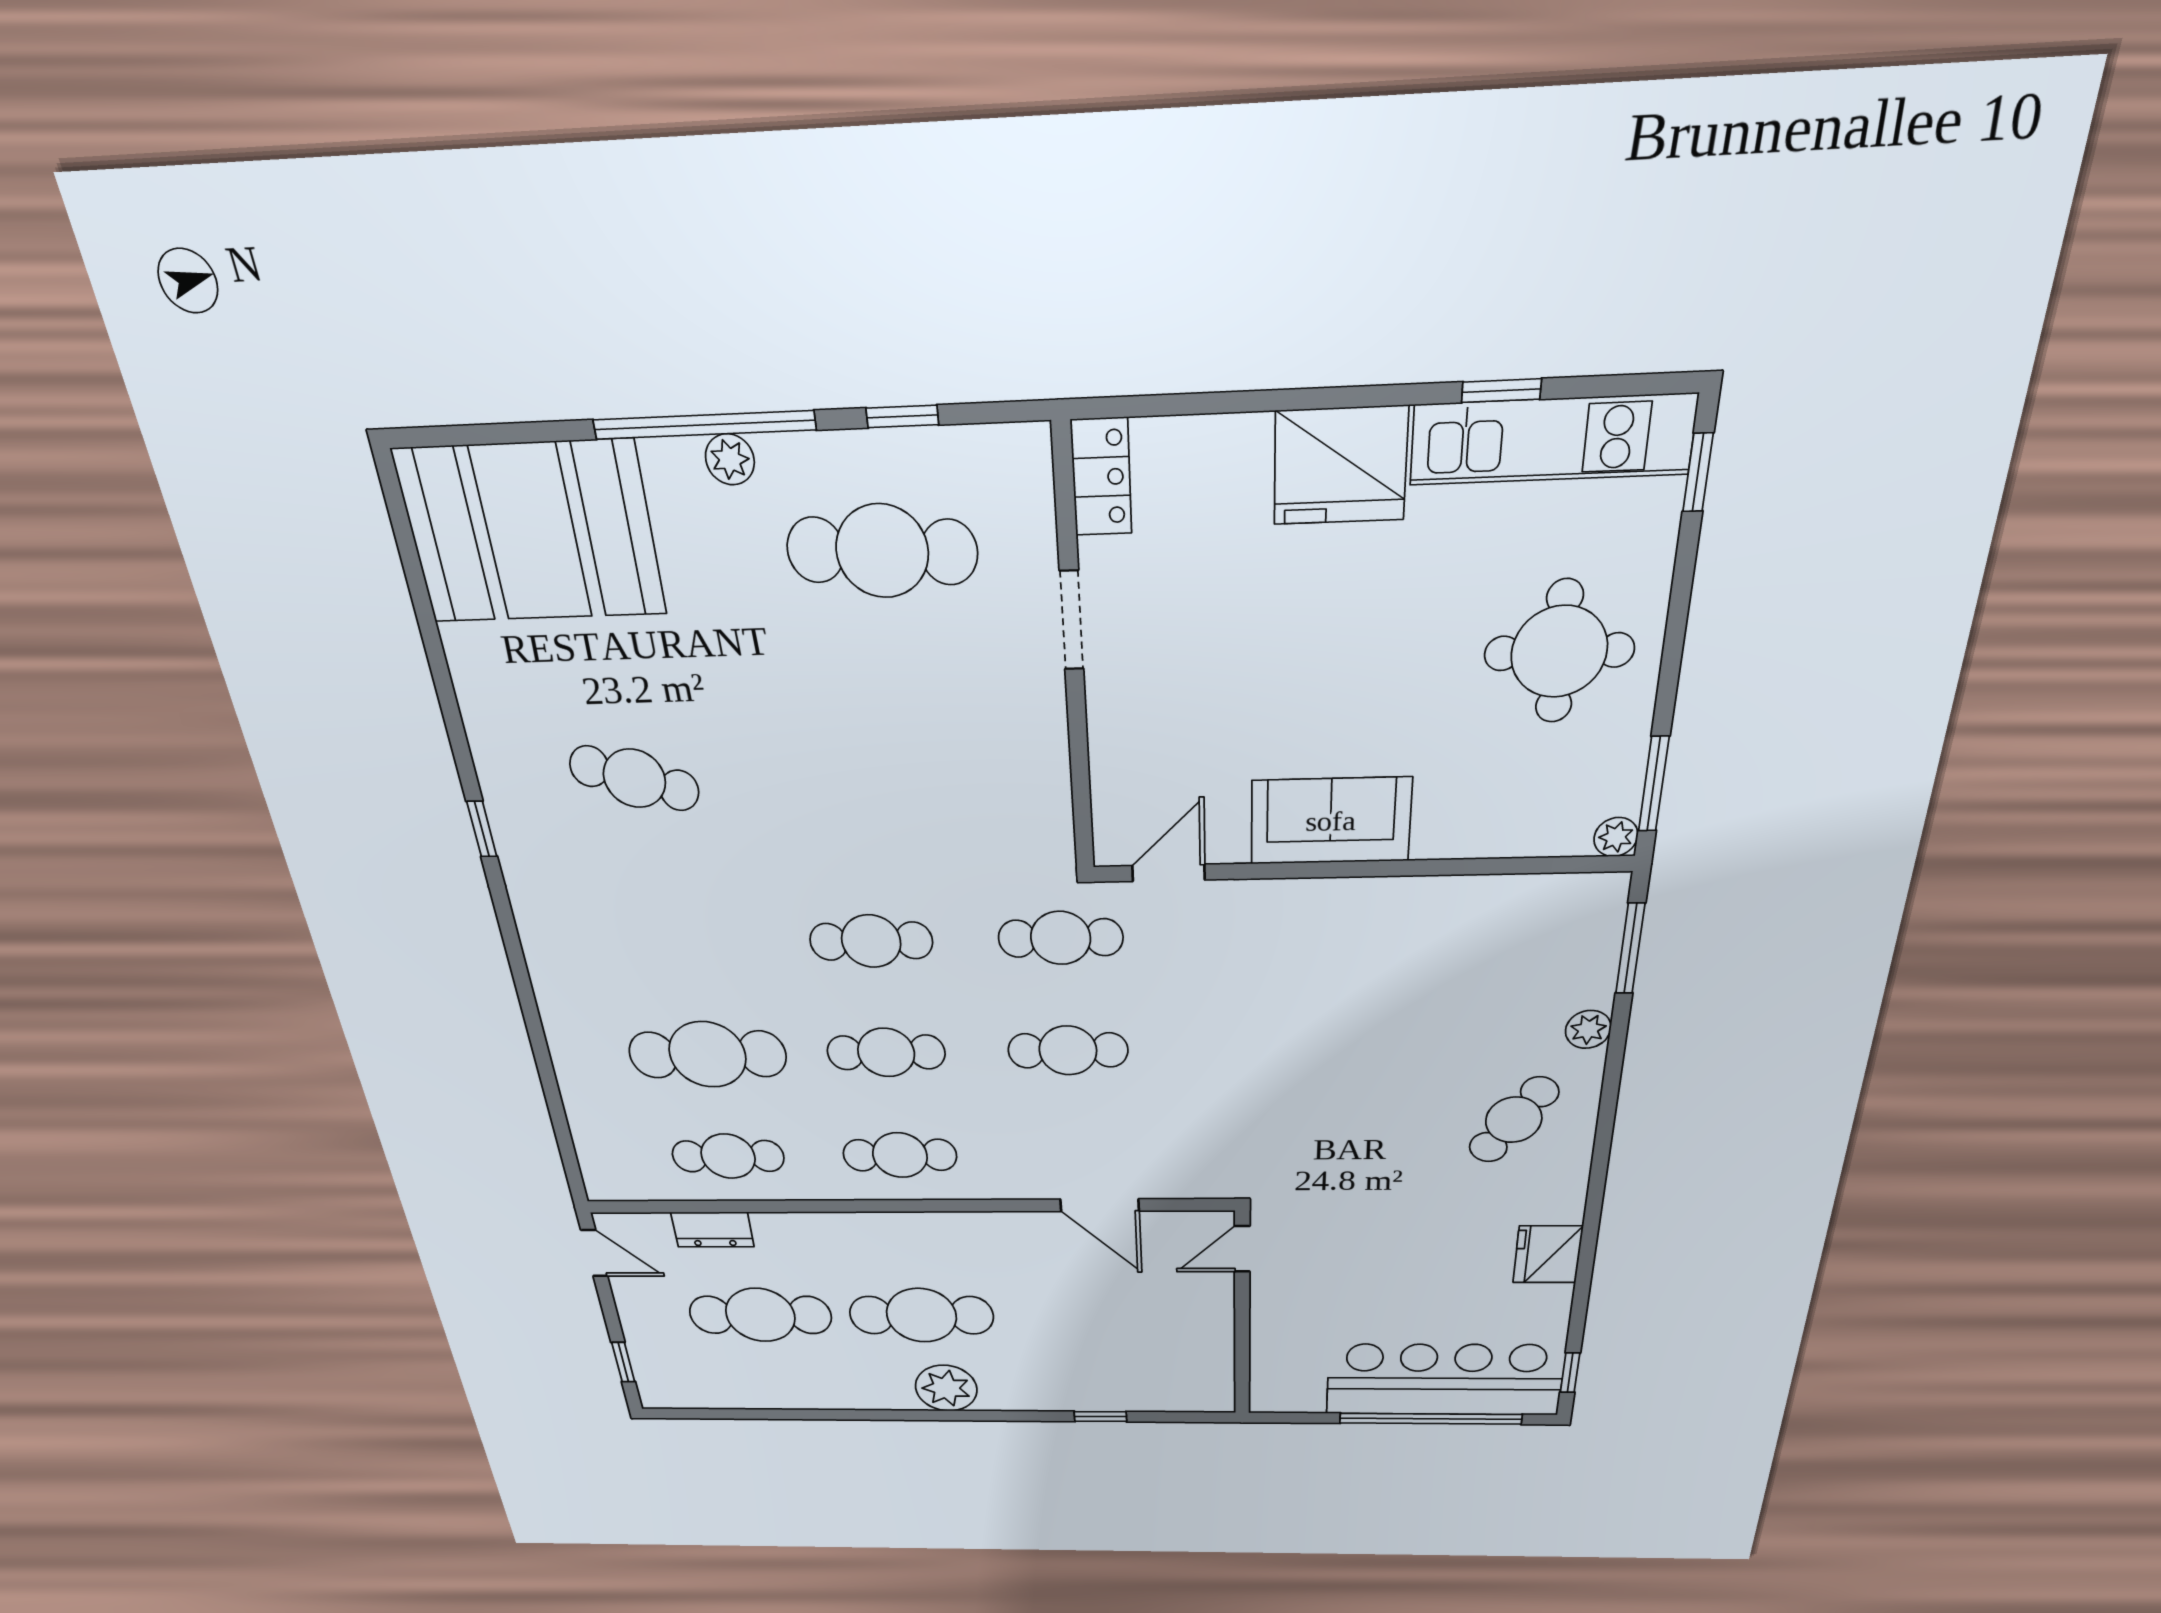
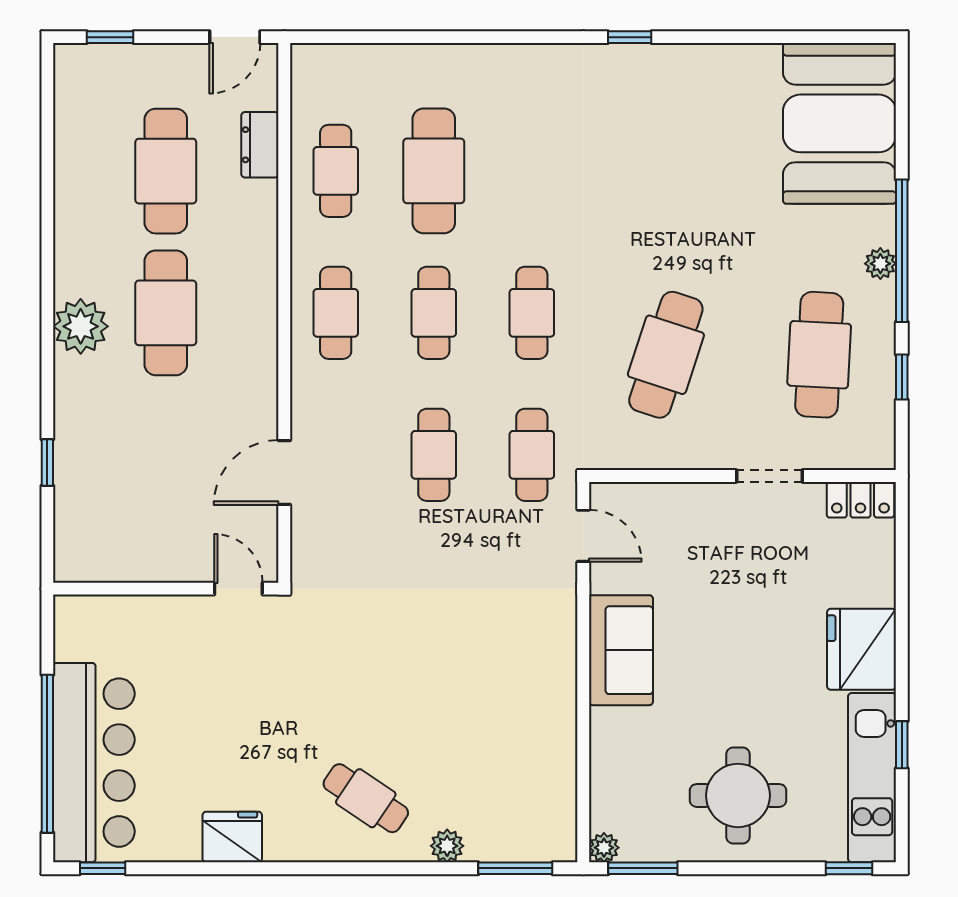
cafe table: (634, 778) -> (666, 355), moved, width x1.37, depth x1.35

